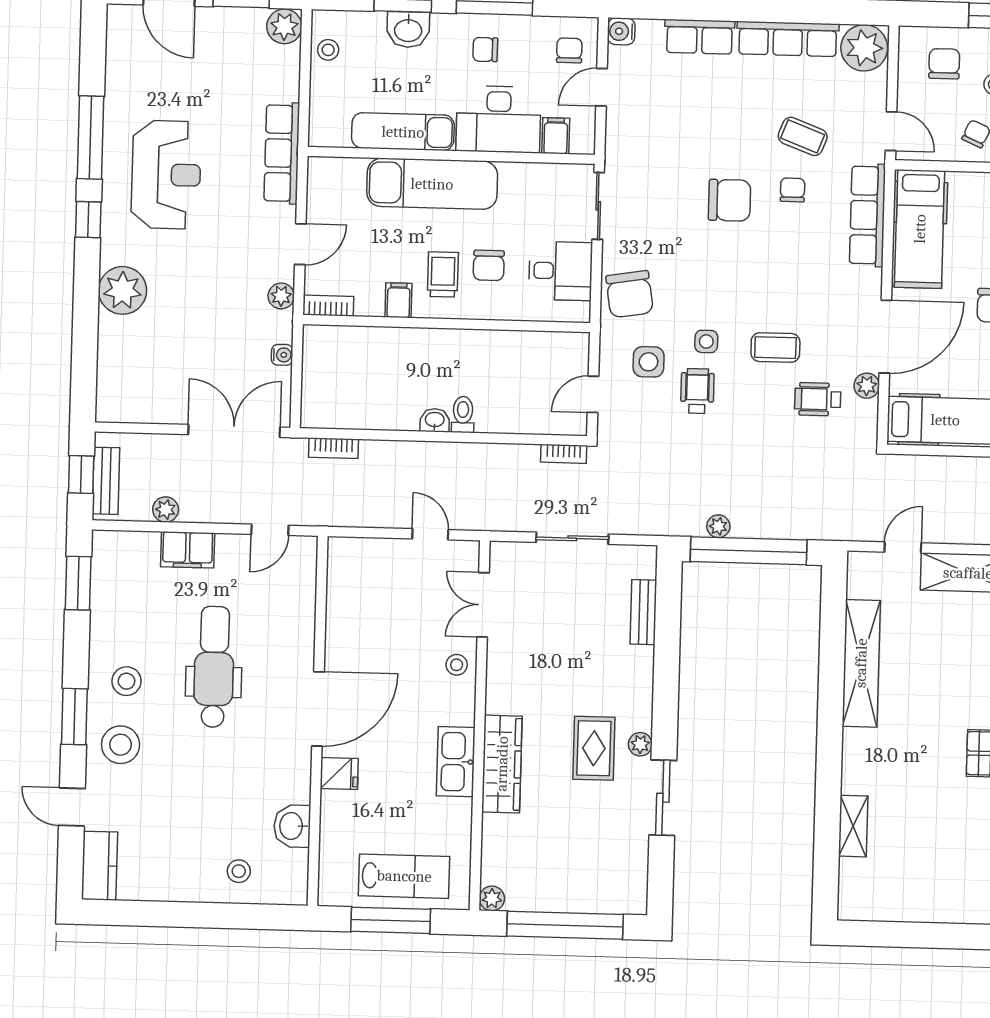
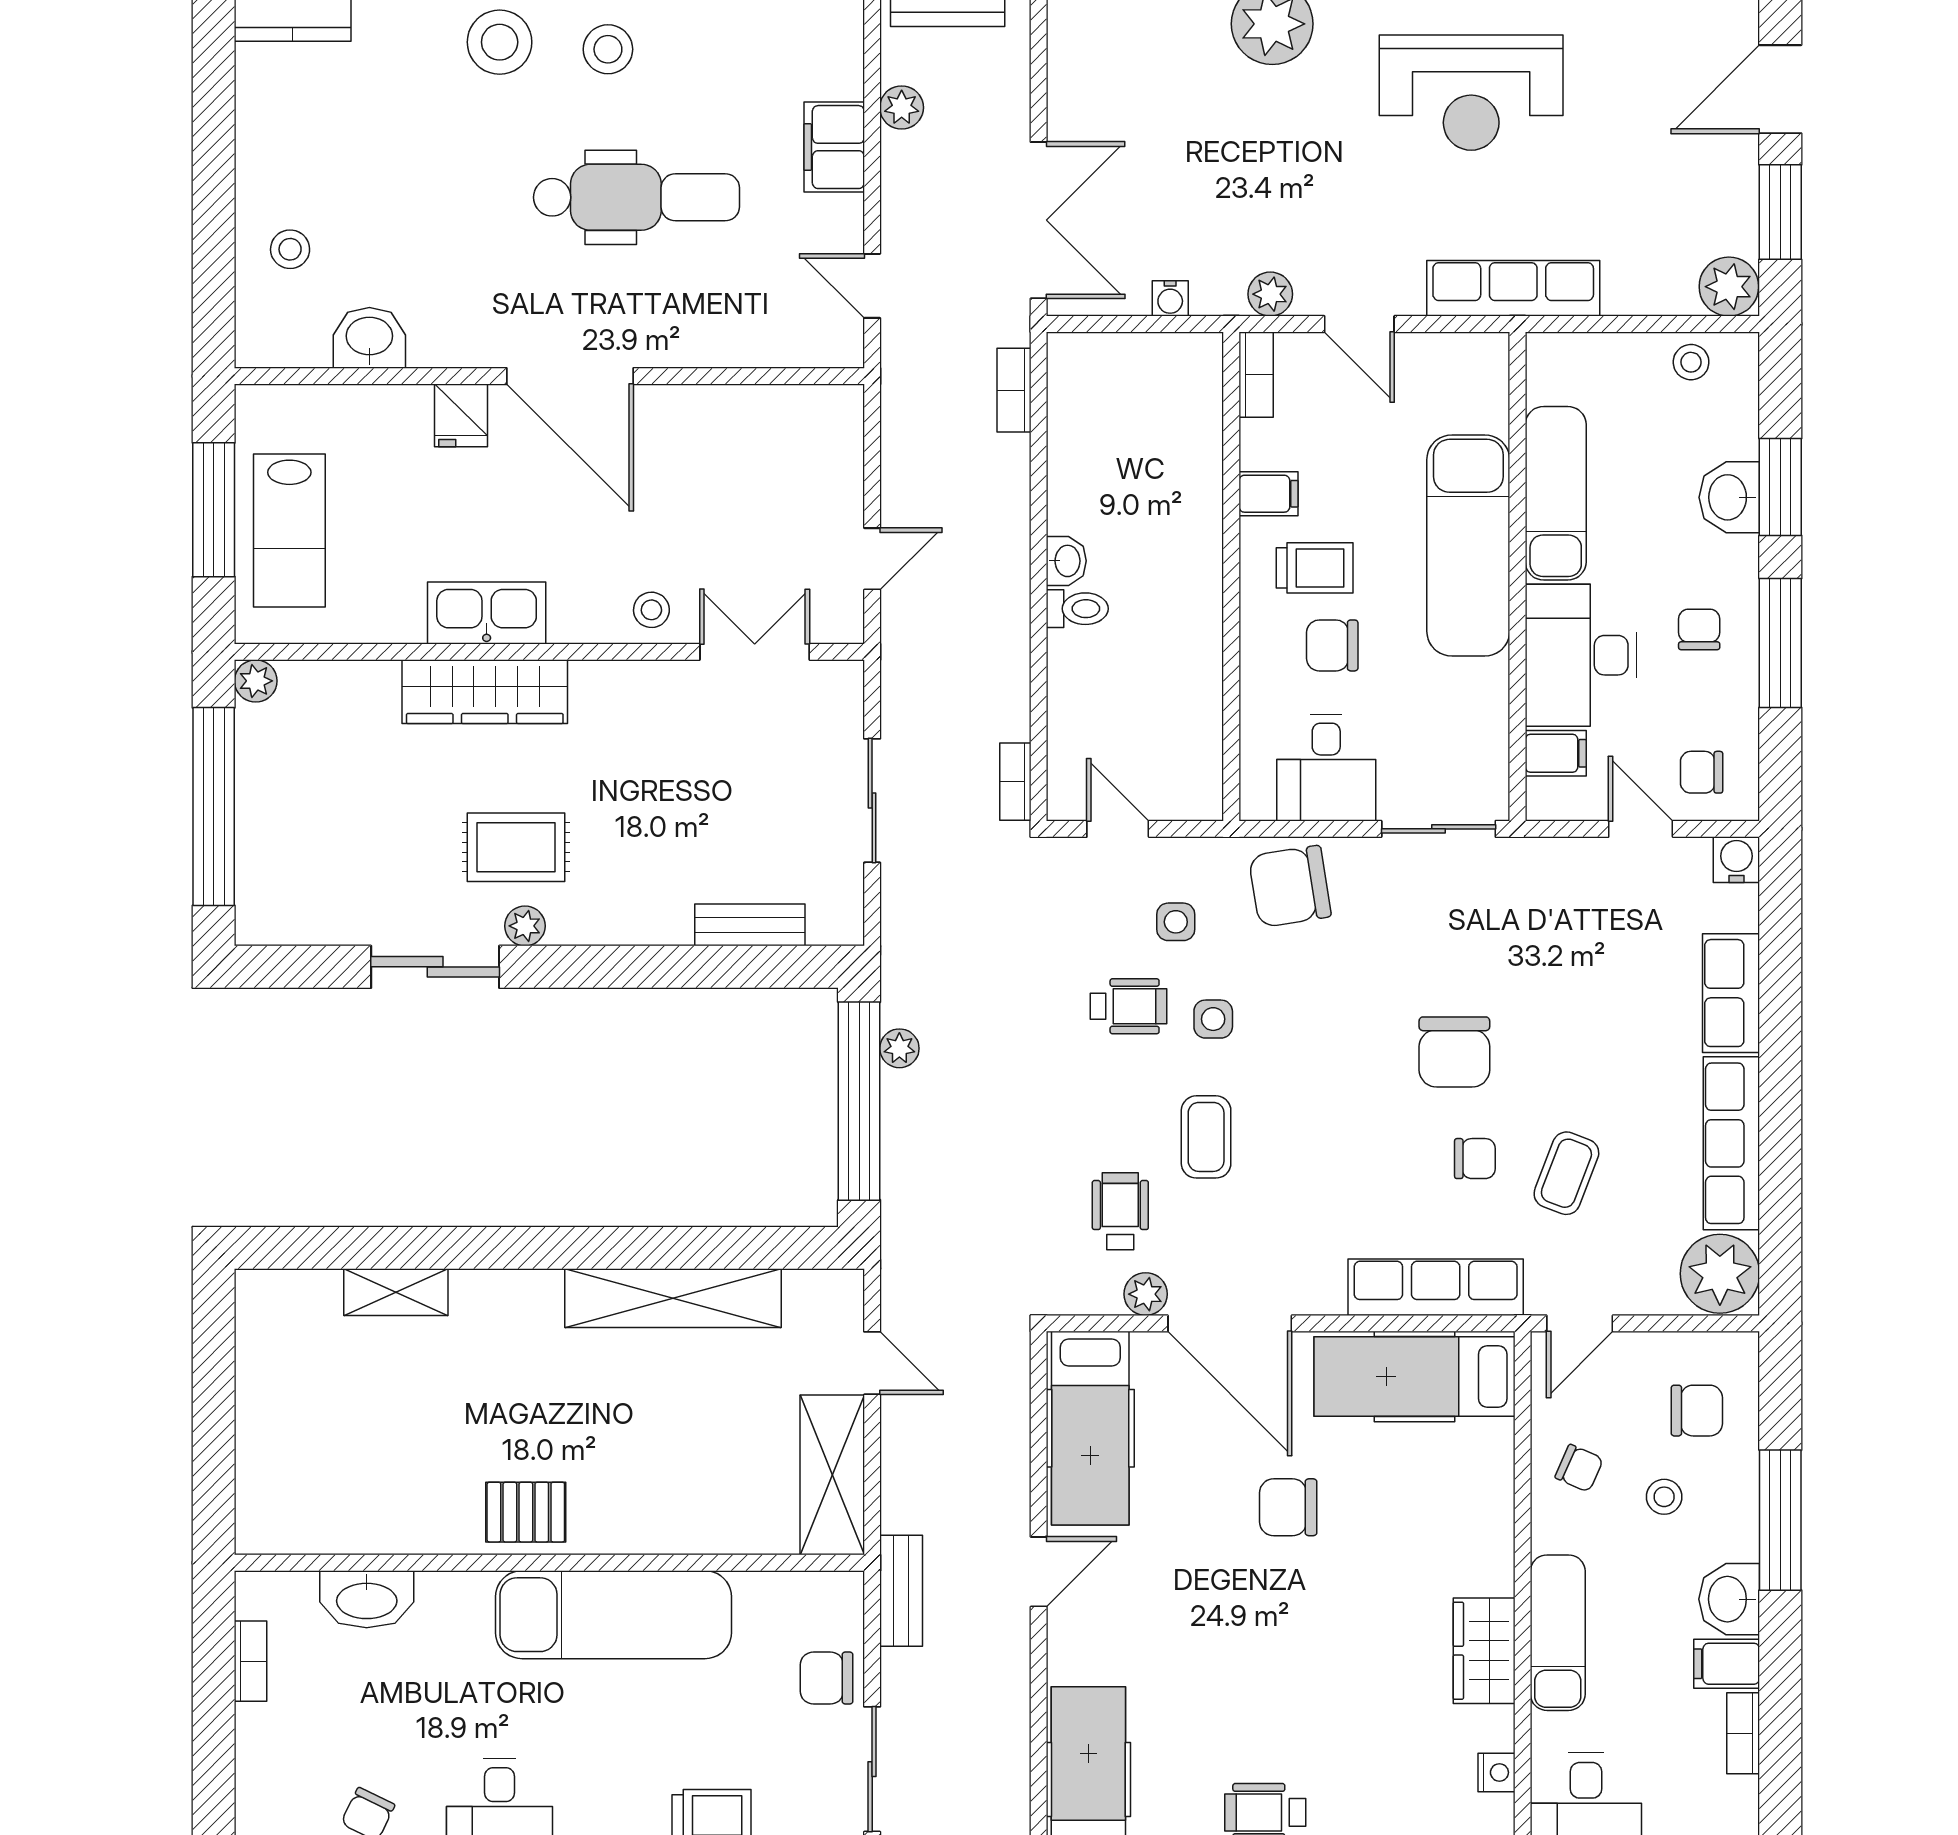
chair: (569, 50) -> (1702, 772), turned 180
side table: (649, 362) -> (1176, 922), width x0.73, depth x0.73

